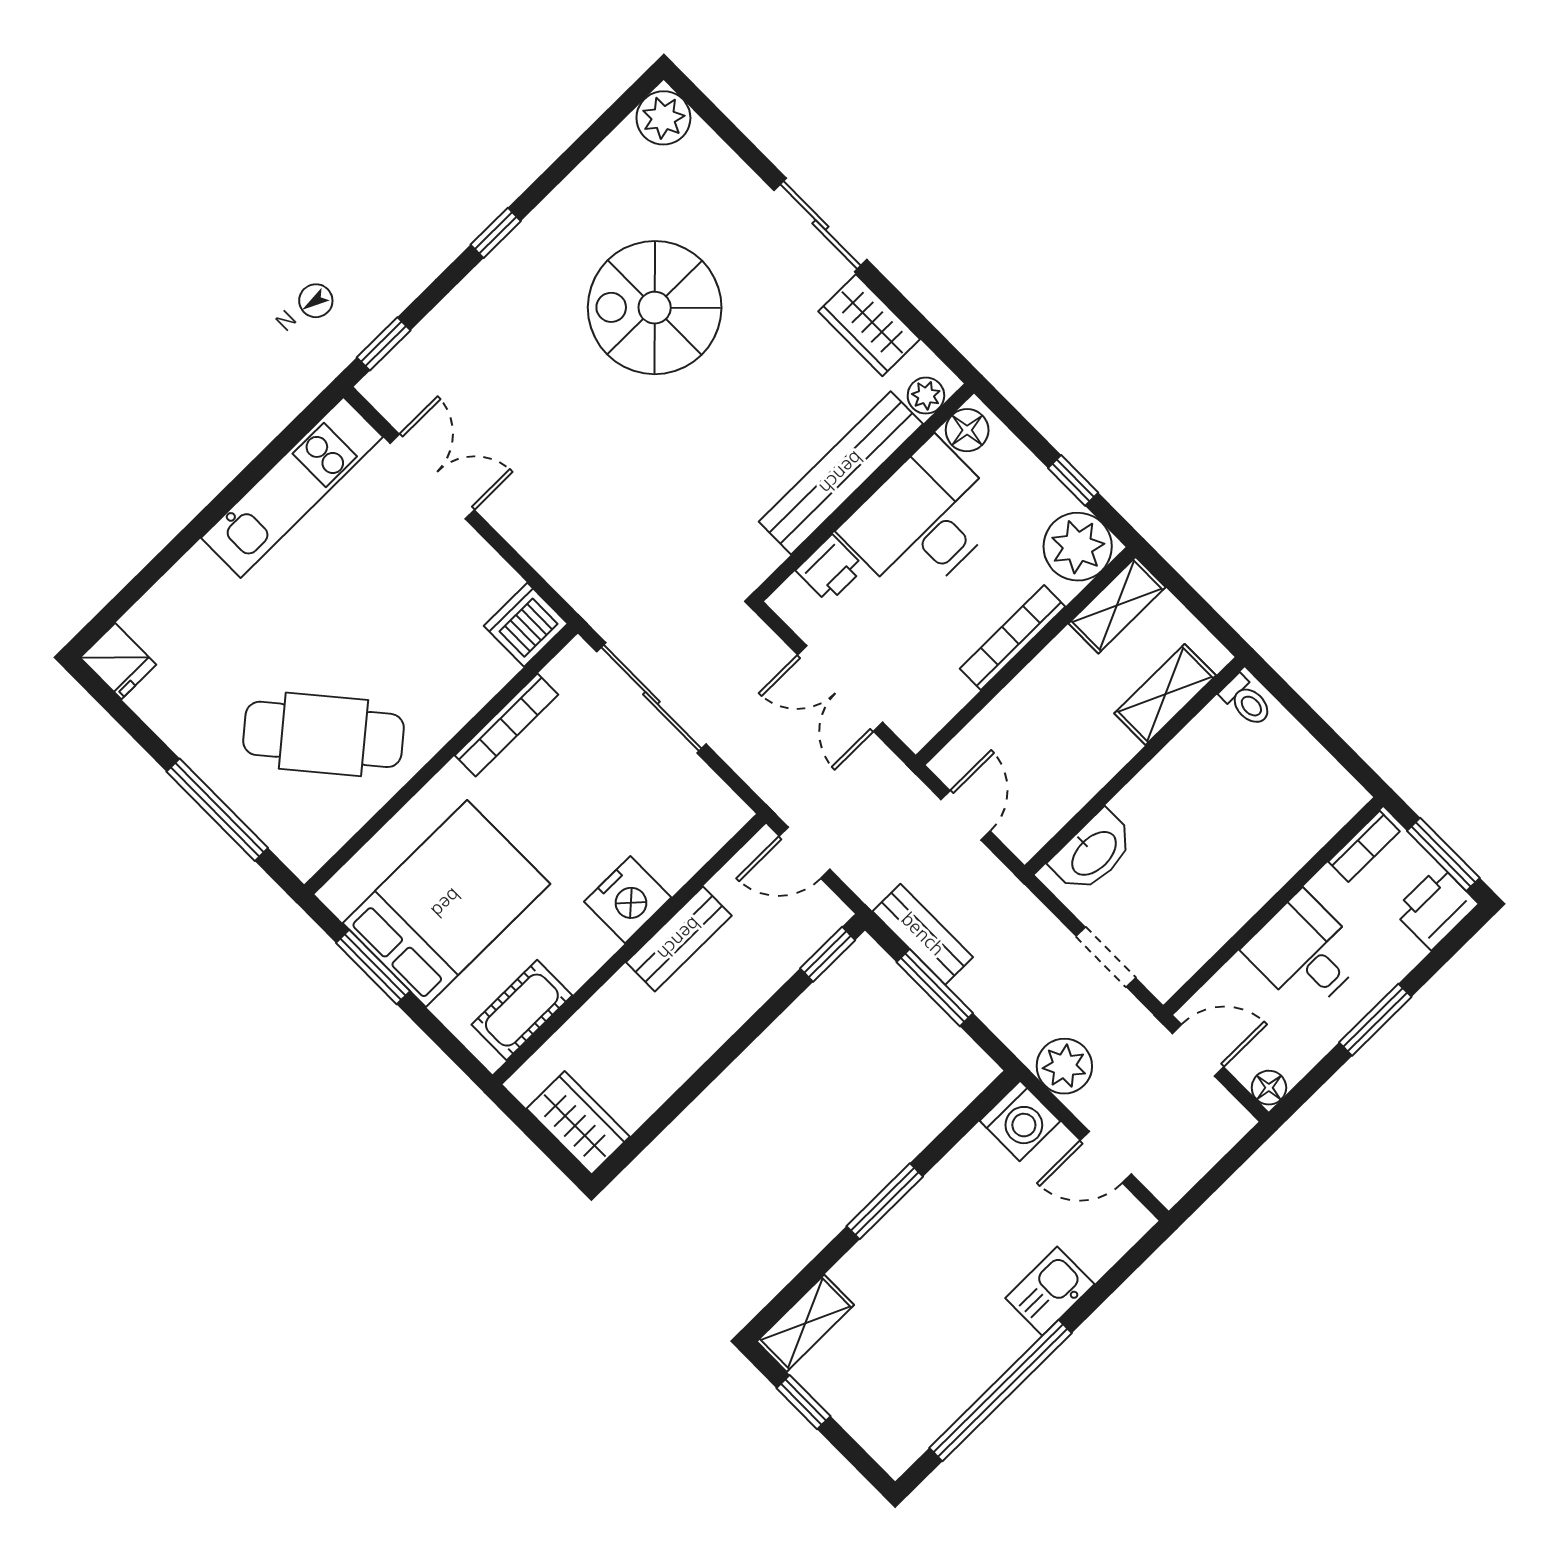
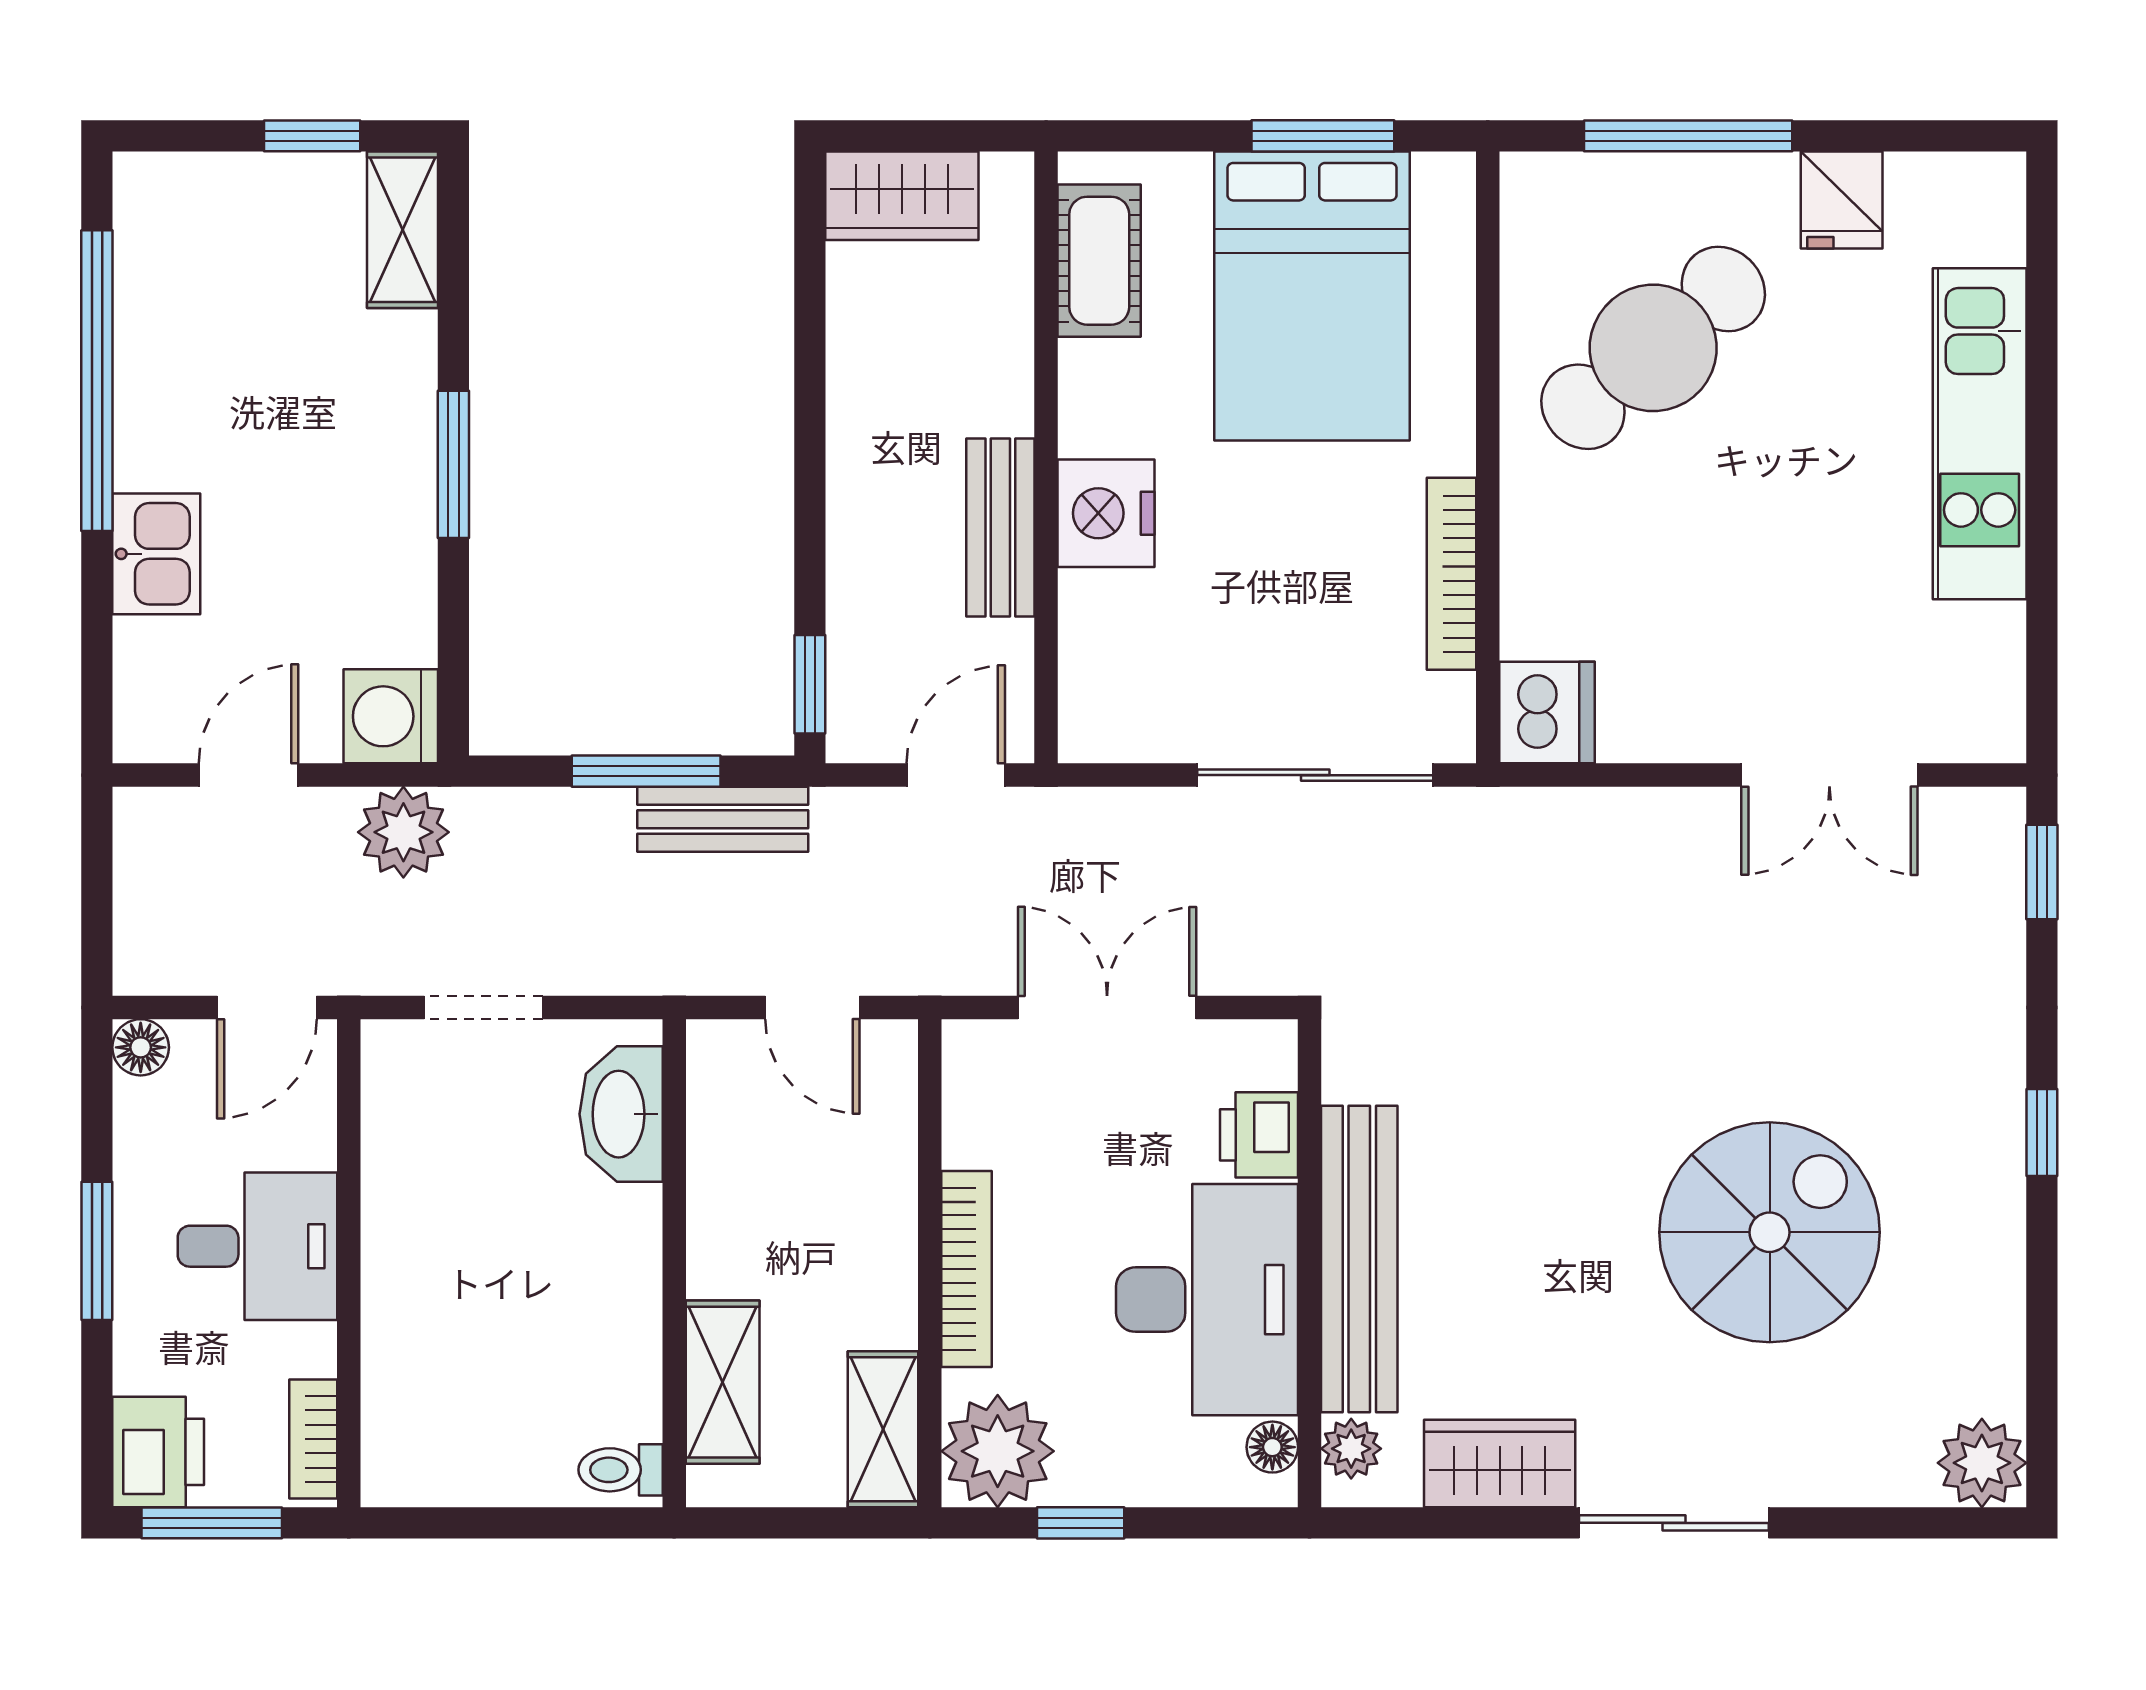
floor lamp: (967, 430) -> (1272, 1447), width x0.73, depth x0.73
kitchen unit: (292, 487) -> (1980, 434), moved
fridge: (118, 661) -> (1842, 200), moved, turned -90

